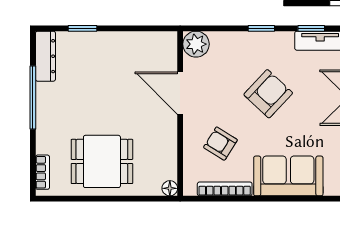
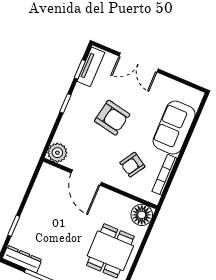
door: (180, 93) -> (86, 178), hinge flipped
armchair: (268, 94) -> (112, 118), turned 148
floor lamp: (170, 188) -> (142, 215), width x1.89, depth x1.89

